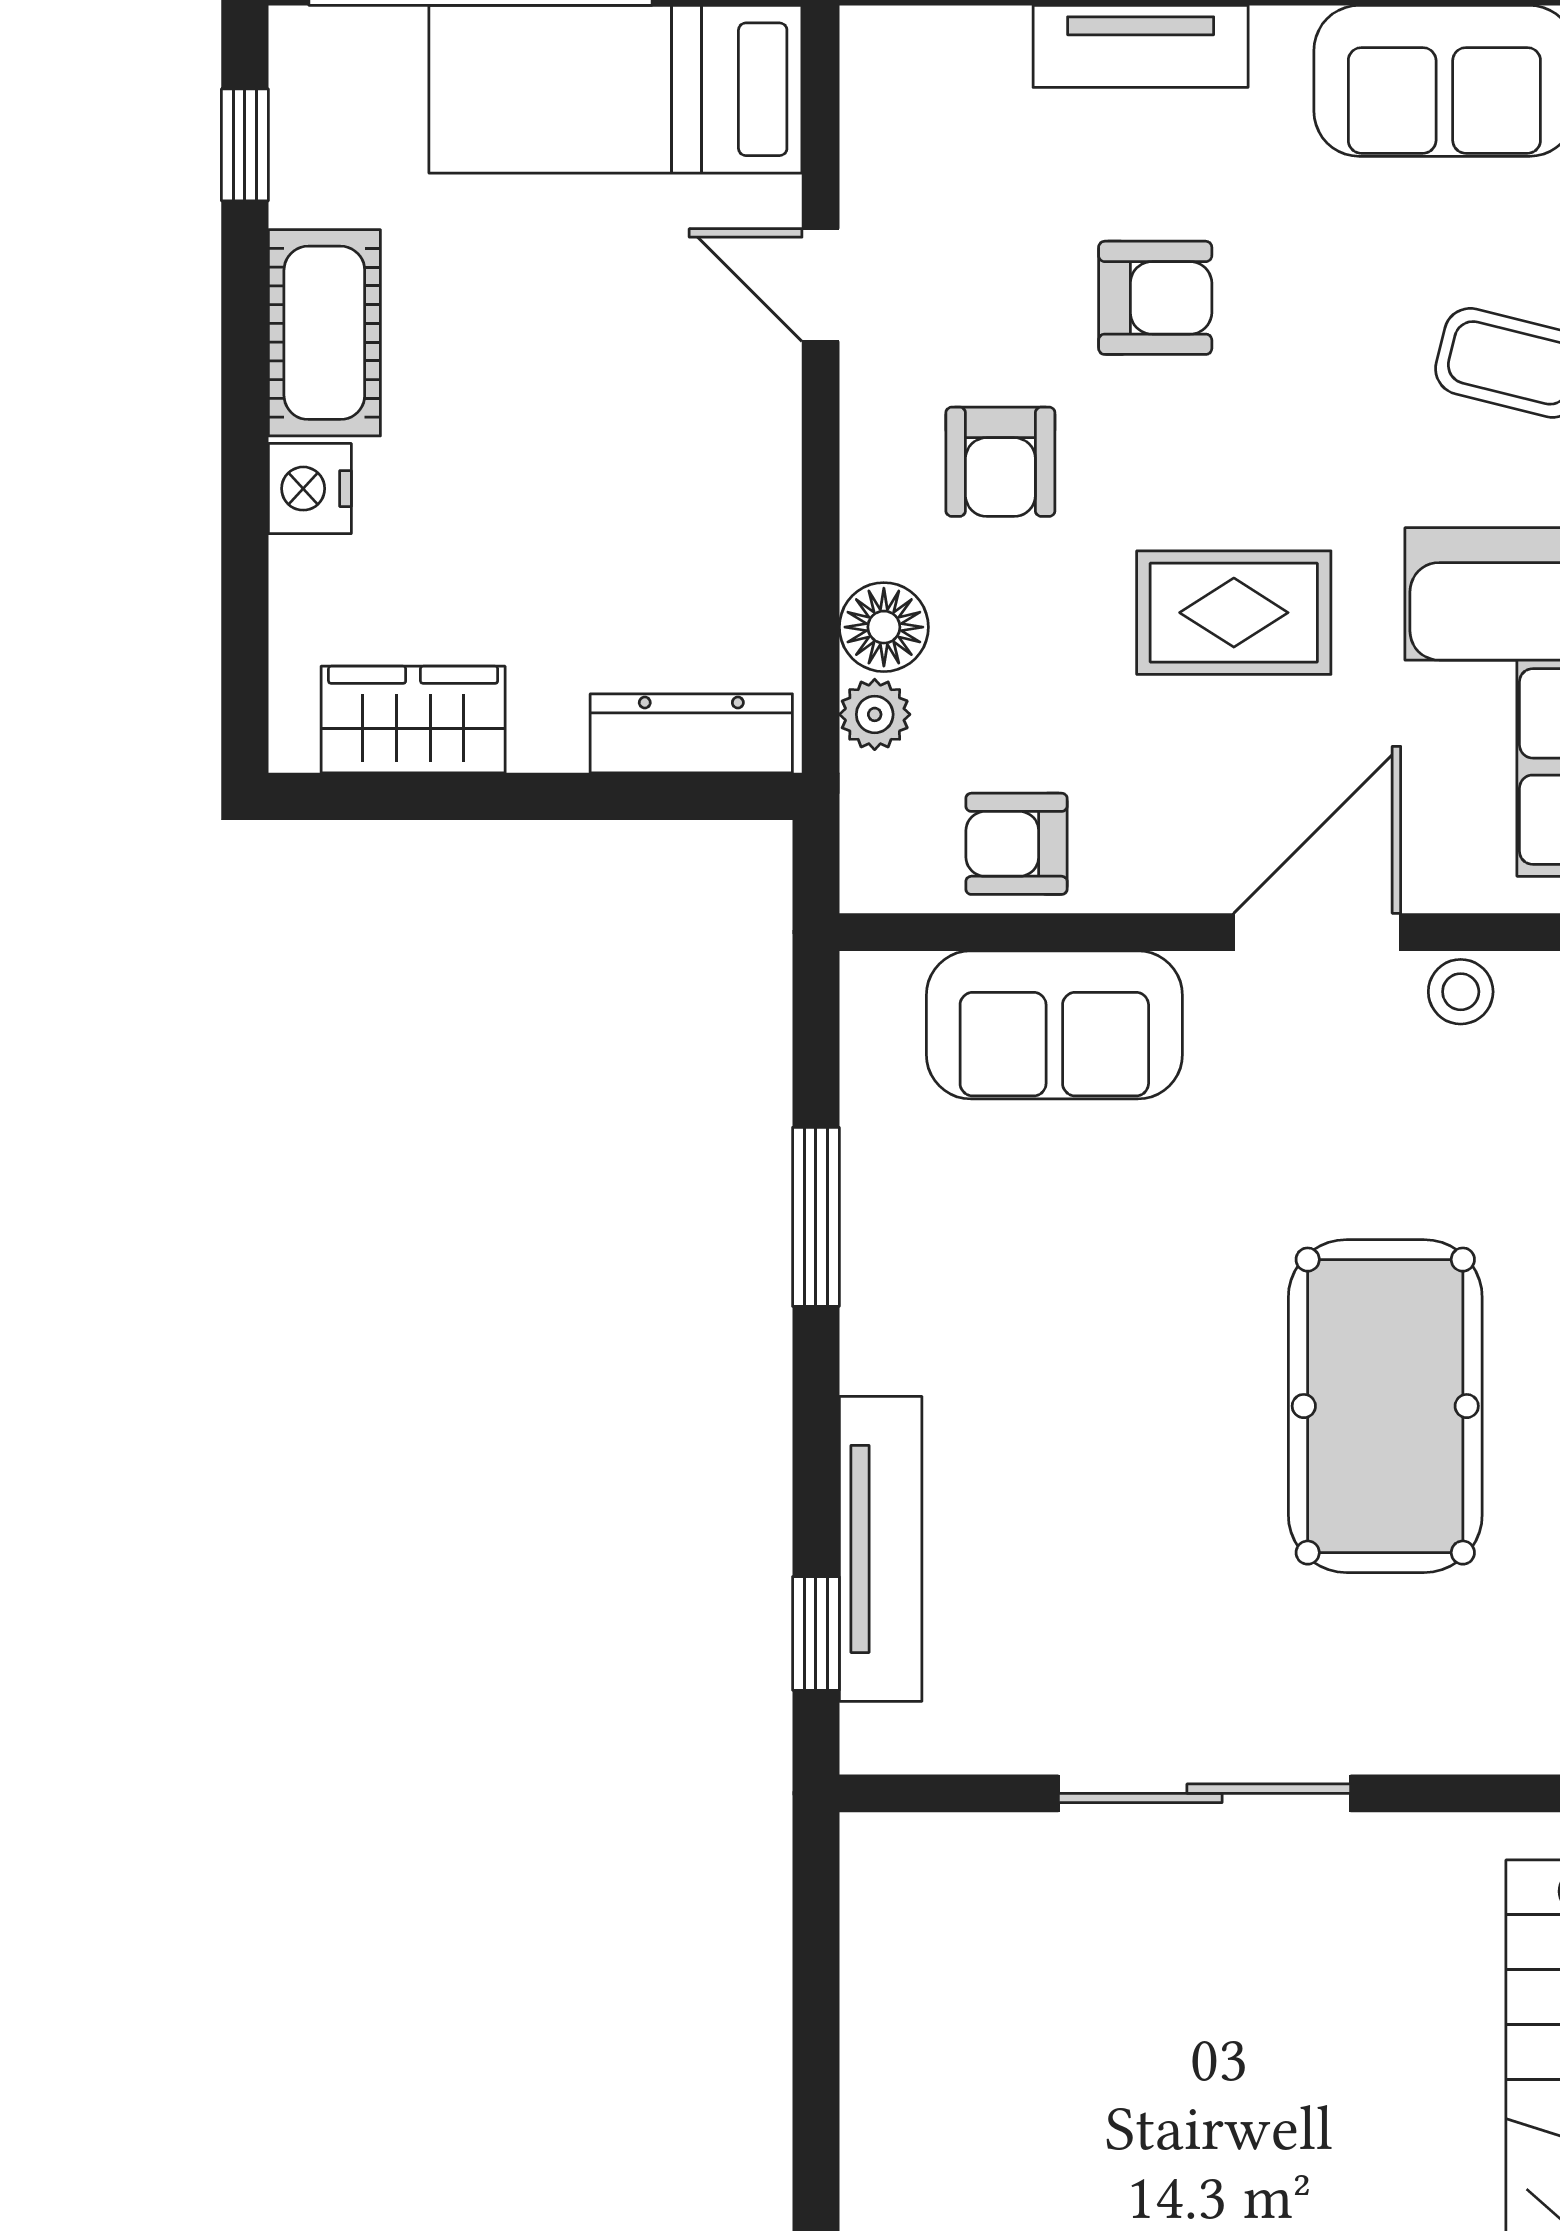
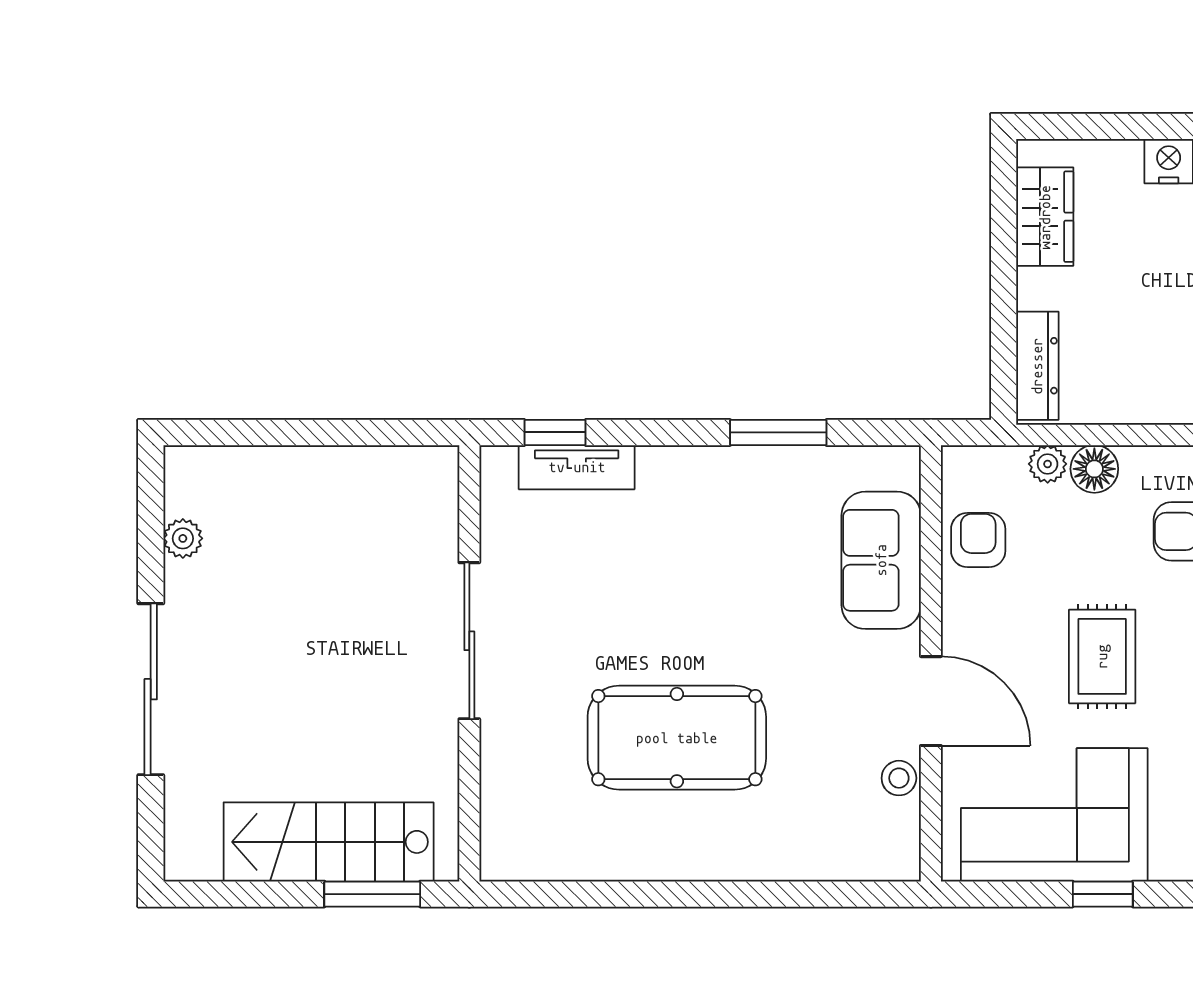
tv unit: (881, 1549) -> (577, 467), width x0.71

